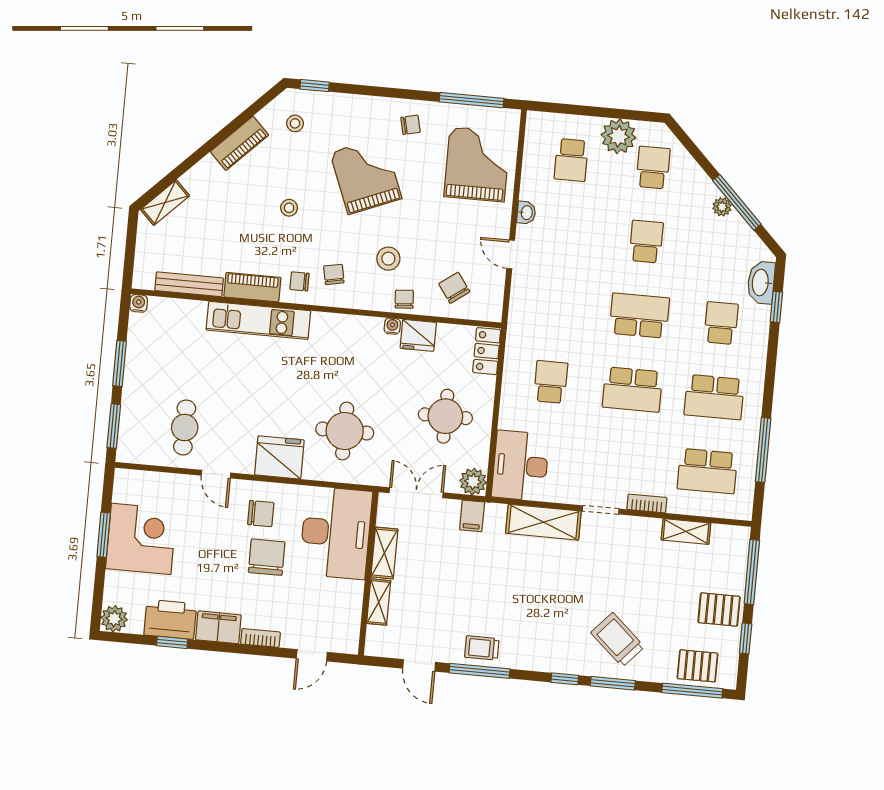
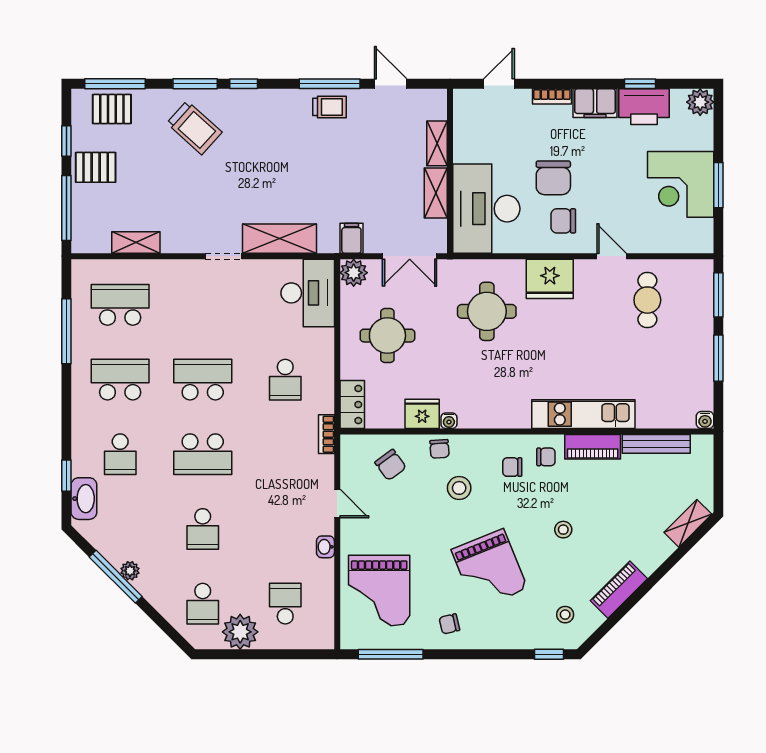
chair: (334, 274) -> (512, 467), turned 101
bookcase: (647, 503) -> (326, 434), moved, turned 90

